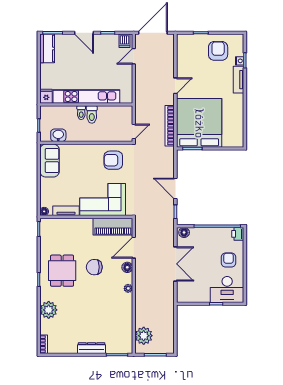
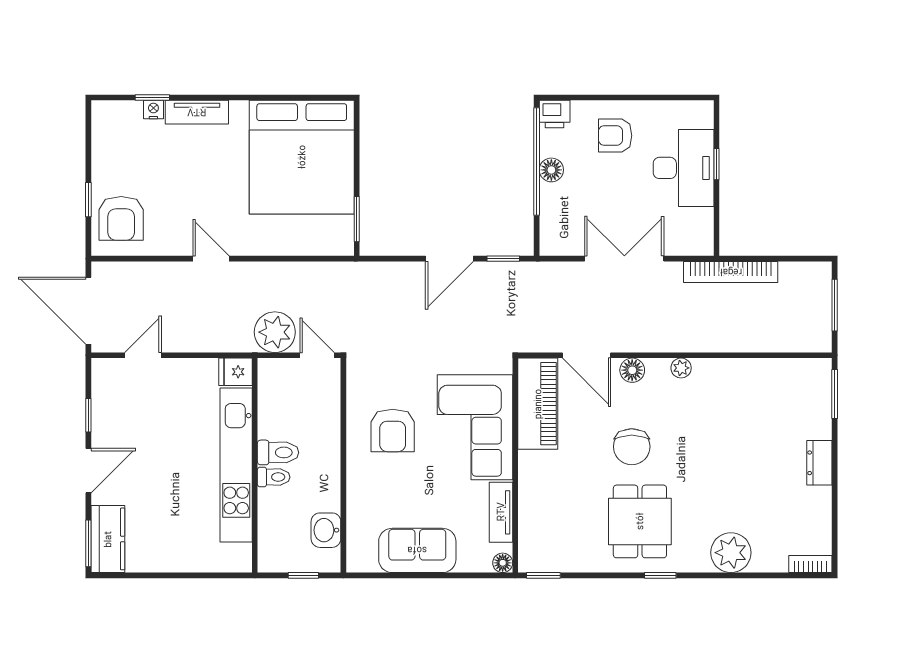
dishwasher: (125, 41) -> (107, 377), removed
kitchen counter: (47, 48) -> (108, 539), moved, turned 90
armchair: (218, 51) -> (121, 218), moved, turned -90
door: (134, 56) -> (143, 355), swing flipped
fridge: (46, 96) -> (236, 372), moved
bed: (199, 123) -> (302, 157), moved, turned -90
bookcase: (170, 126) -> (731, 272), moved
armchair: (113, 160) -> (393, 430), moved
sofa: (50, 161) -> (417, 550), moved
floor lamp: (184, 232) -> (551, 170), moved
dining table: (62, 271) -> (640, 521), turned 90
desk: (227, 289) -> (684, 168), moved
plant: (144, 336) -> (275, 332), moved
dresser: (92, 348) -> (819, 463), width x0.70

